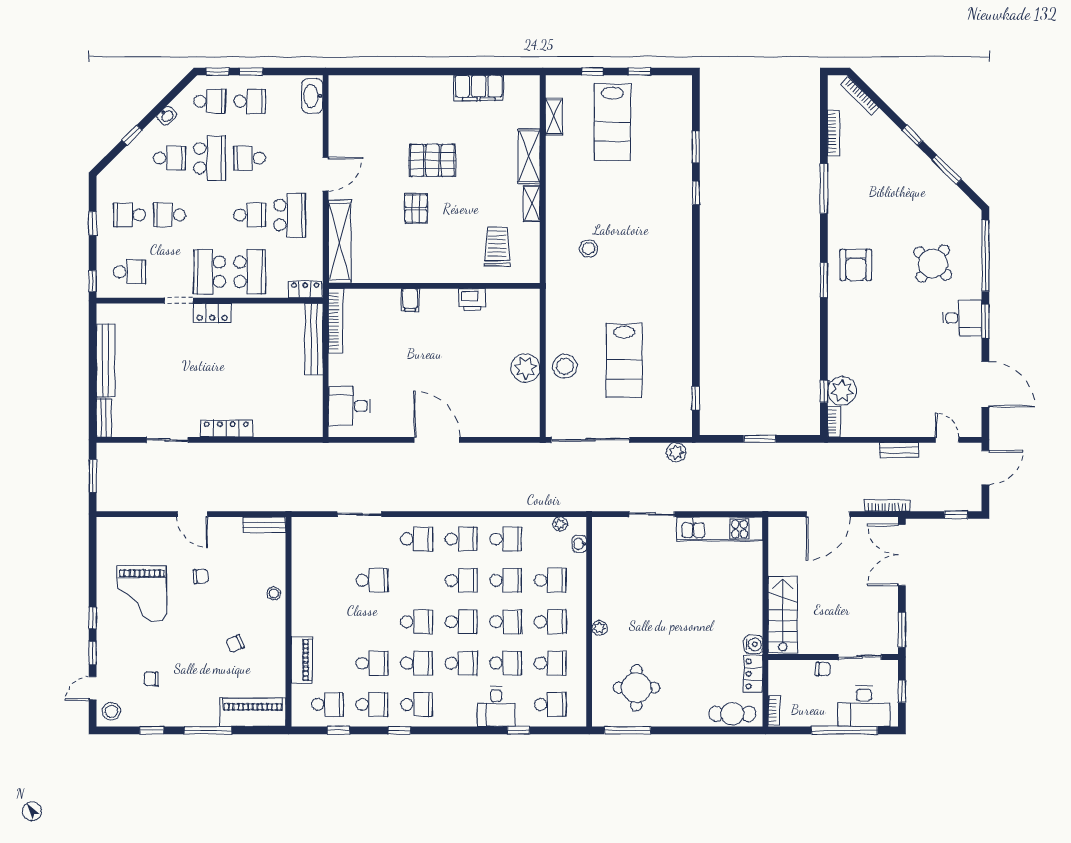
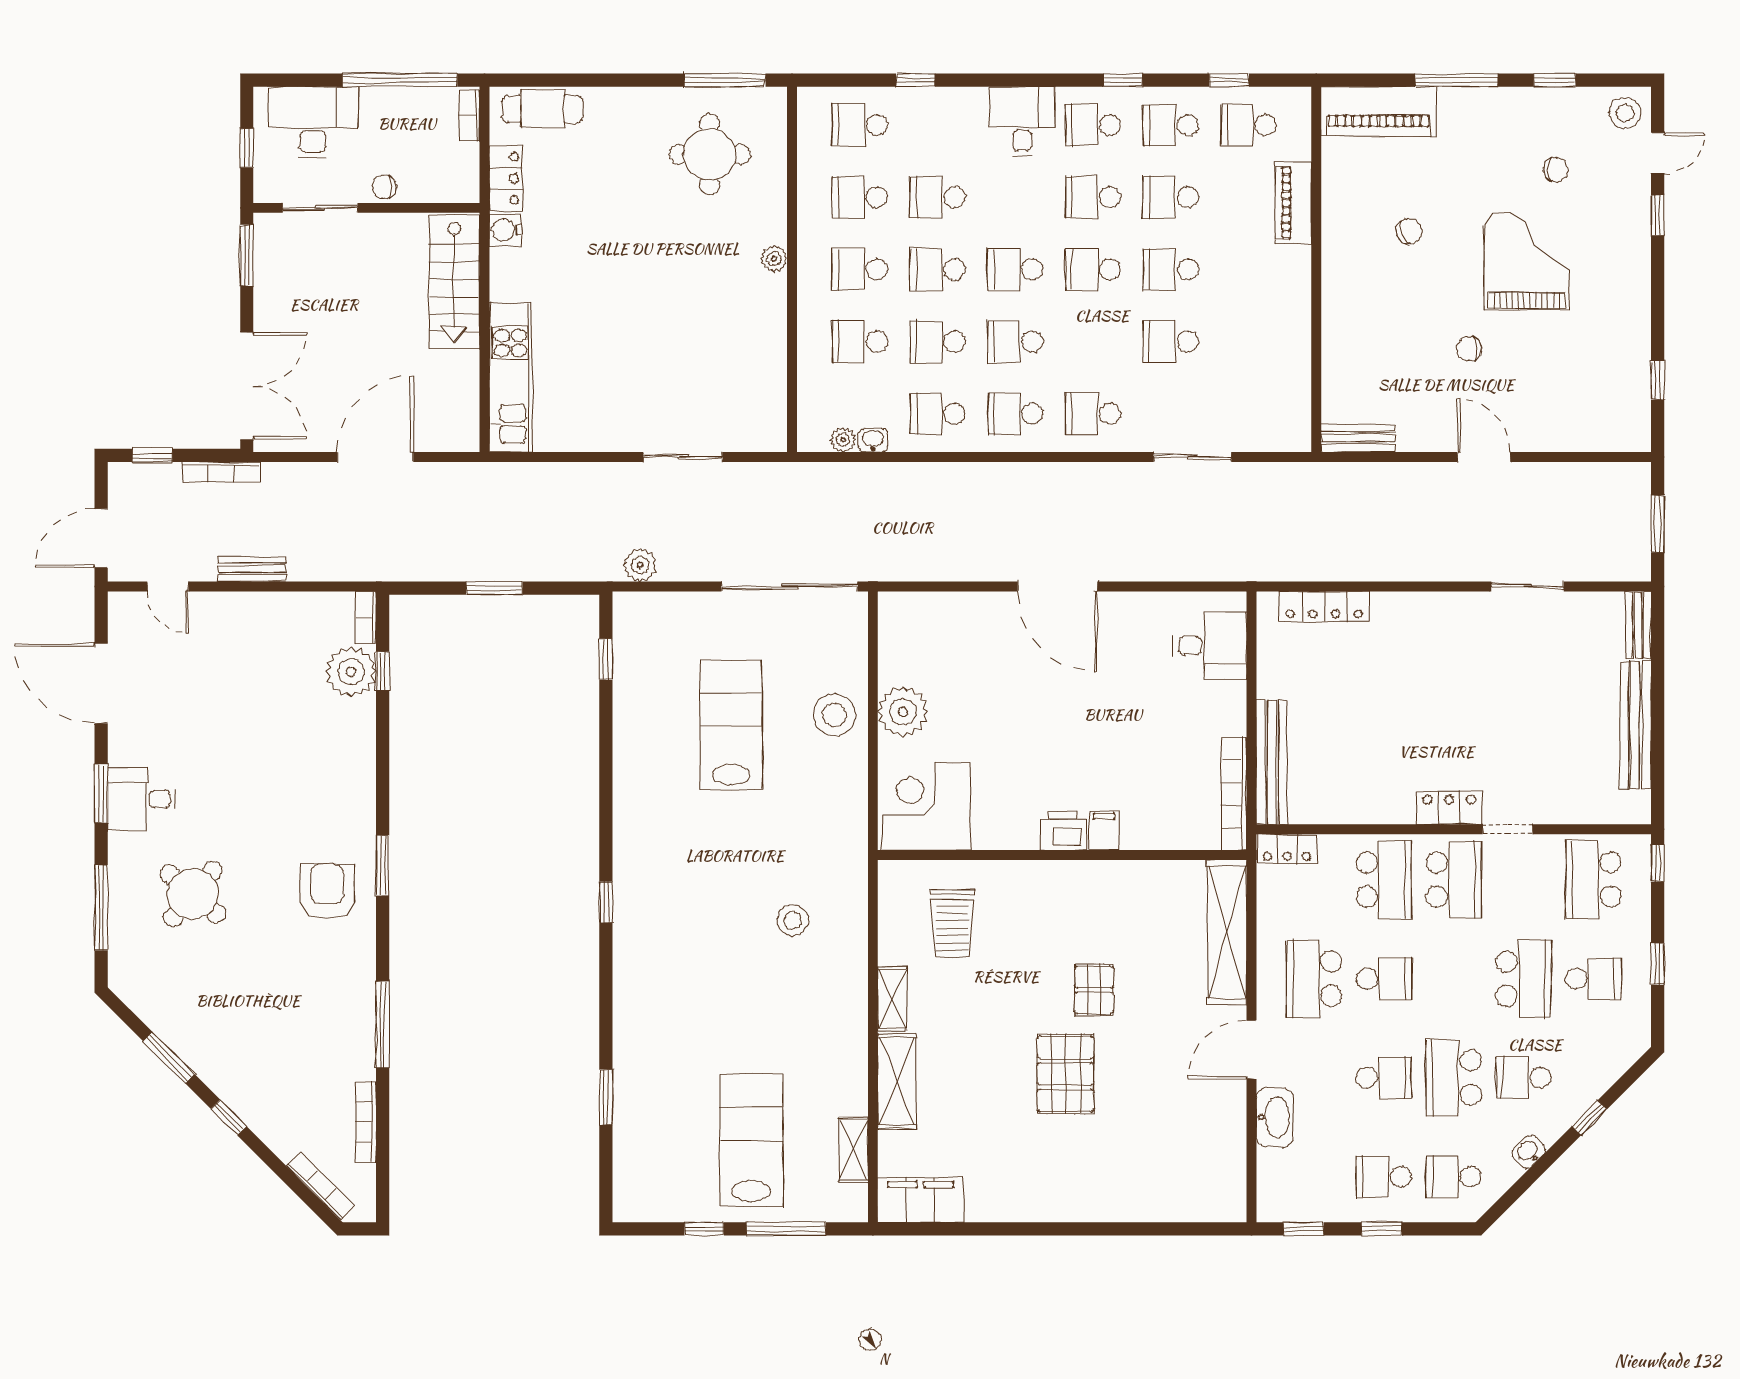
window: (218, 71) -> (1304, 1229), moved
window: (592, 71) -> (786, 1229), width x2.17
filing cabinet: (479, 88) -> (921, 1200), moved
washbasin: (312, 96) -> (1275, 1117), moved
pallet: (432, 160) -> (1065, 1074), turned 90
window: (696, 193) -> (606, 902), moved
school desk: (170, 215) -> (1524, 979), width x1.85
school desk: (250, 215) -> (1384, 979), turned 180
window: (985, 256) -> (101, 908), width x0.68
school desk: (129, 272) -> (1593, 880), width x1.85
school desk: (250, 272) -> (1384, 880), turned 180
printer: (472, 300) -> (1063, 831), moved
corner desk: (512, 314) -> (926, 806), added
locker: (226, 428) -> (1324, 606), moved
bookcase: (887, 506) -> (221, 472), moved
kitchen unit: (720, 529) -> (510, 377), moved, turned 90
washbasin: (579, 544) -> (873, 440), moved, turned -90
stool: (274, 593) -> (1342, 319), removed
grand piano: (142, 594) -> (1527, 261), moved
window: (93, 618) -> (1658, 380), moved
school desk: (461, 663) -> (1171, 269), moved
desk: (496, 706) -> (1022, 122), moved
window: (844, 730) -> (400, 80), moved

